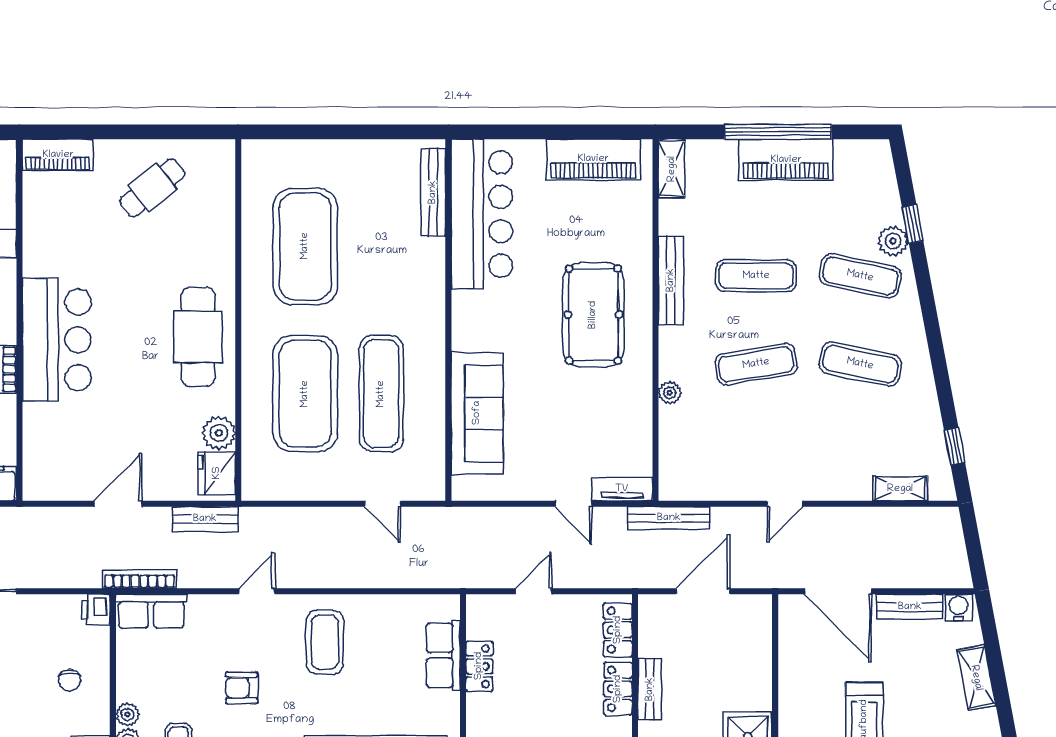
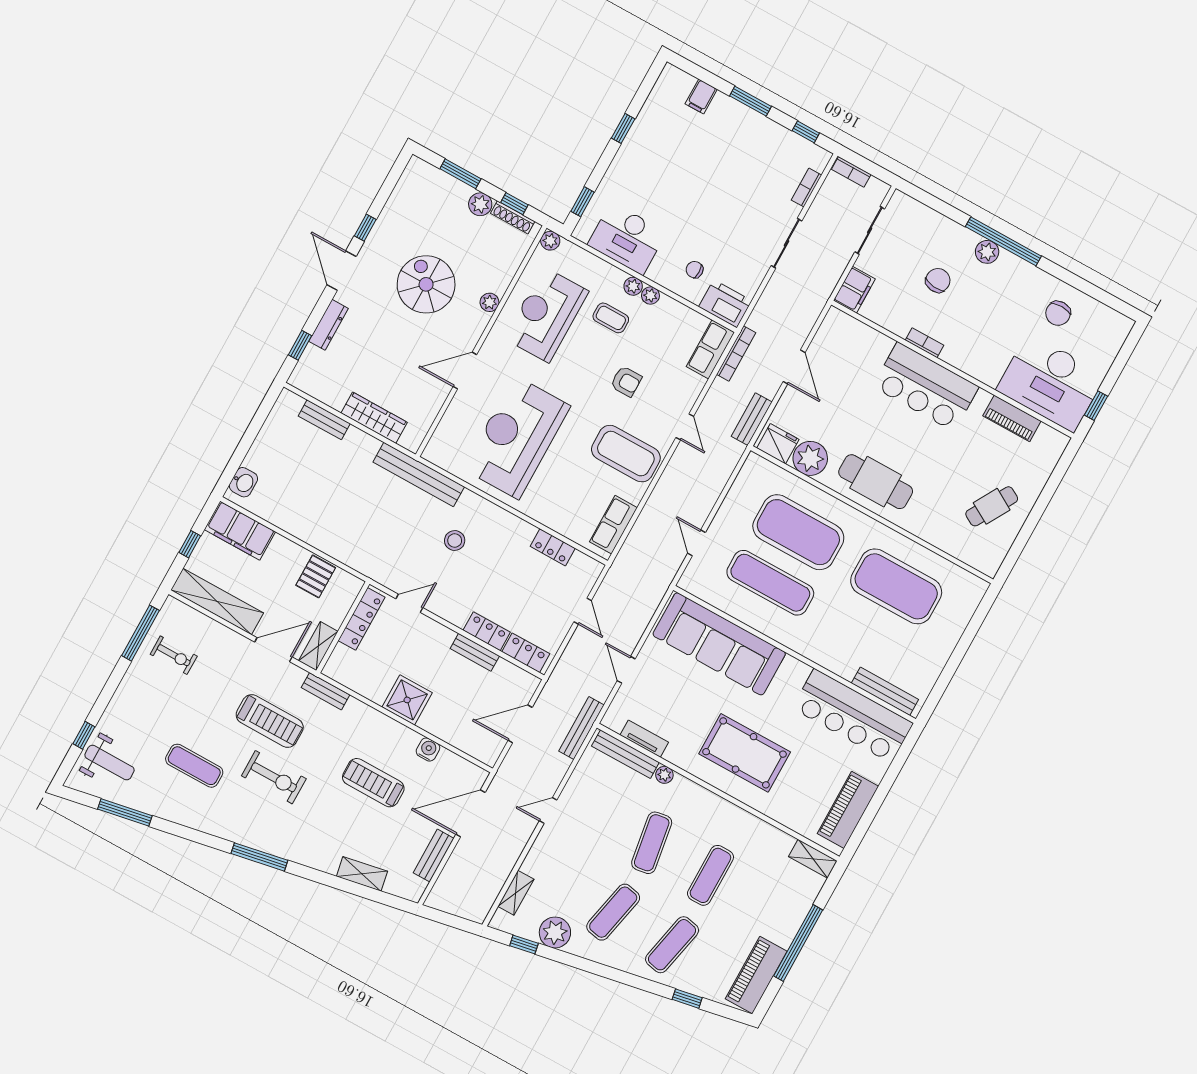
piano: (58, 155) -> (1012, 418), moved, turned -90
piano: (786, 160) -> (756, 975), moved
cafe table: (152, 188) -> (992, 506), turned 69
plant: (893, 241) -> (555, 933), moved, width x1.36, depth x1.36
bench: (671, 280) -> (625, 754), moved
sofa: (477, 413) -> (719, 644), width x1.36, depth x1.27
plant: (219, 433) -> (810, 458), width x1.36, depth x1.36
tv unit: (622, 489) -> (644, 739), moved, turned -90
door: (383, 504) -> (697, 543), hinge flipped
door: (573, 504) -> (626, 670), hinge flipped
door: (785, 504) -> (548, 810), hinge flipped
door: (703, 591) -> (520, 724), swing flipped
water cooler: (958, 608) -> (428, 750), moved, turned -90
printer: (96, 610) -> (725, 304), width x1.87, depth x1.48
coffee table: (325, 642) -> (626, 454), width x1.36, depth x1.32
row of seats: (443, 655) -> (613, 525), moved, turned -90
armchair: (242, 688) -> (626, 381), turned 90

